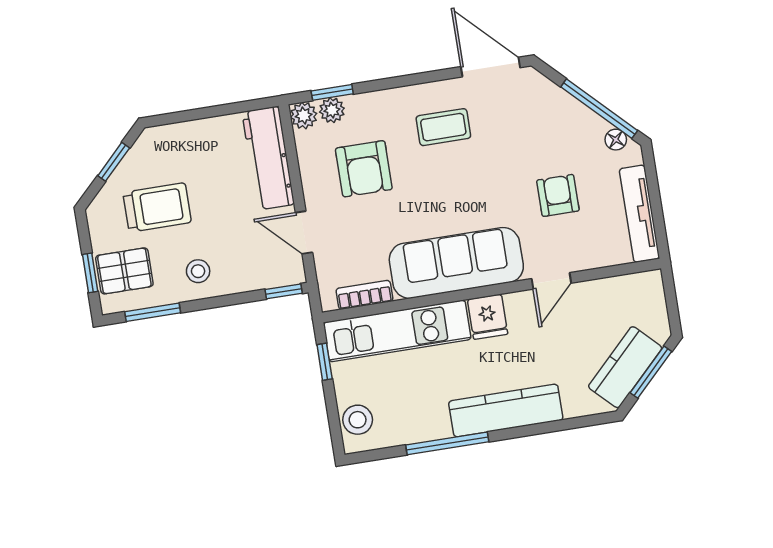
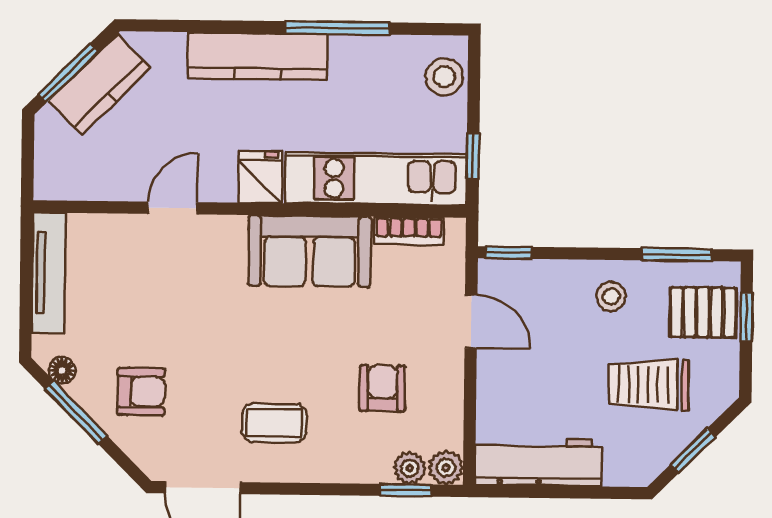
window: (599, 109) -> (76, 412), width x0.69
workbench: (268, 158) -> (538, 462), moved, turned -90
armchair: (364, 169) -> (383, 388), width x0.72, depth x0.72
armchair: (558, 195) -> (141, 392), moved, turned -90
sofa: (456, 263) -> (310, 251), width x0.73

